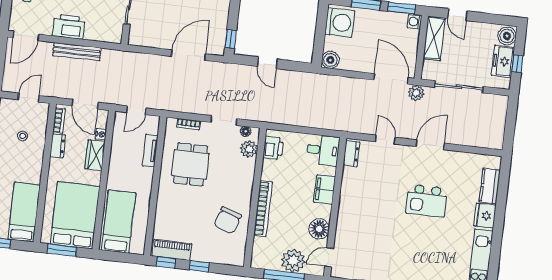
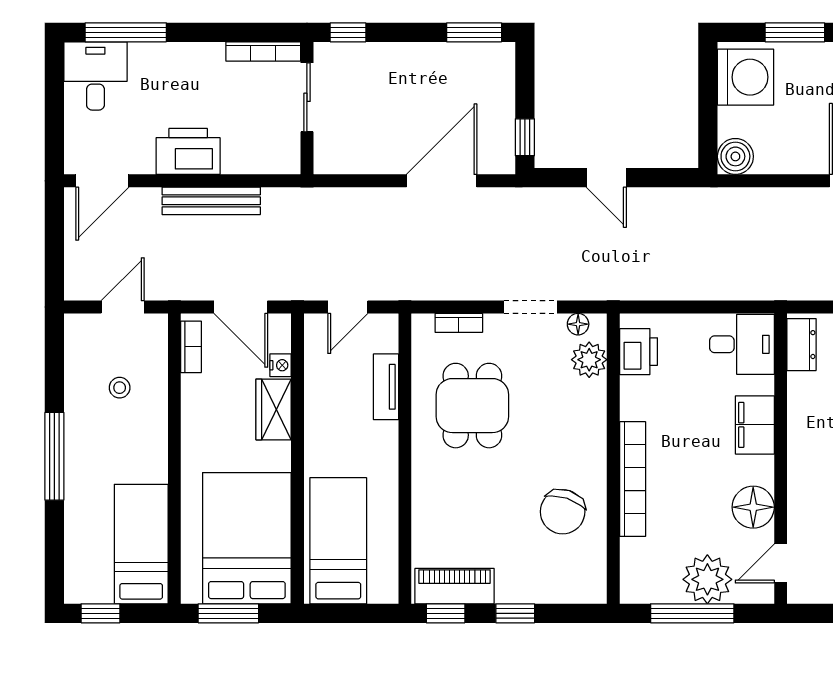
dresser: (58, 146) -> (194, 399), removed

